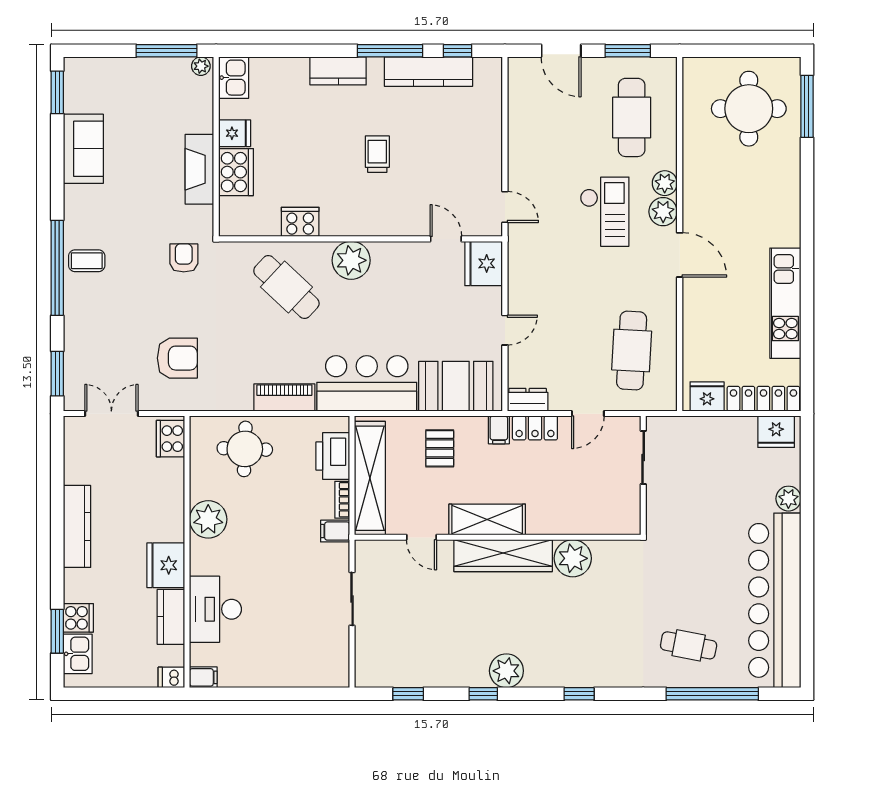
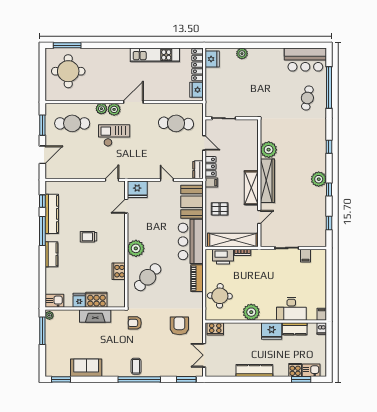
filing cabinet: (335, 531) -> (306, 256), moved
bar counter: (775, 600) -> (305, 60), width x0.54

